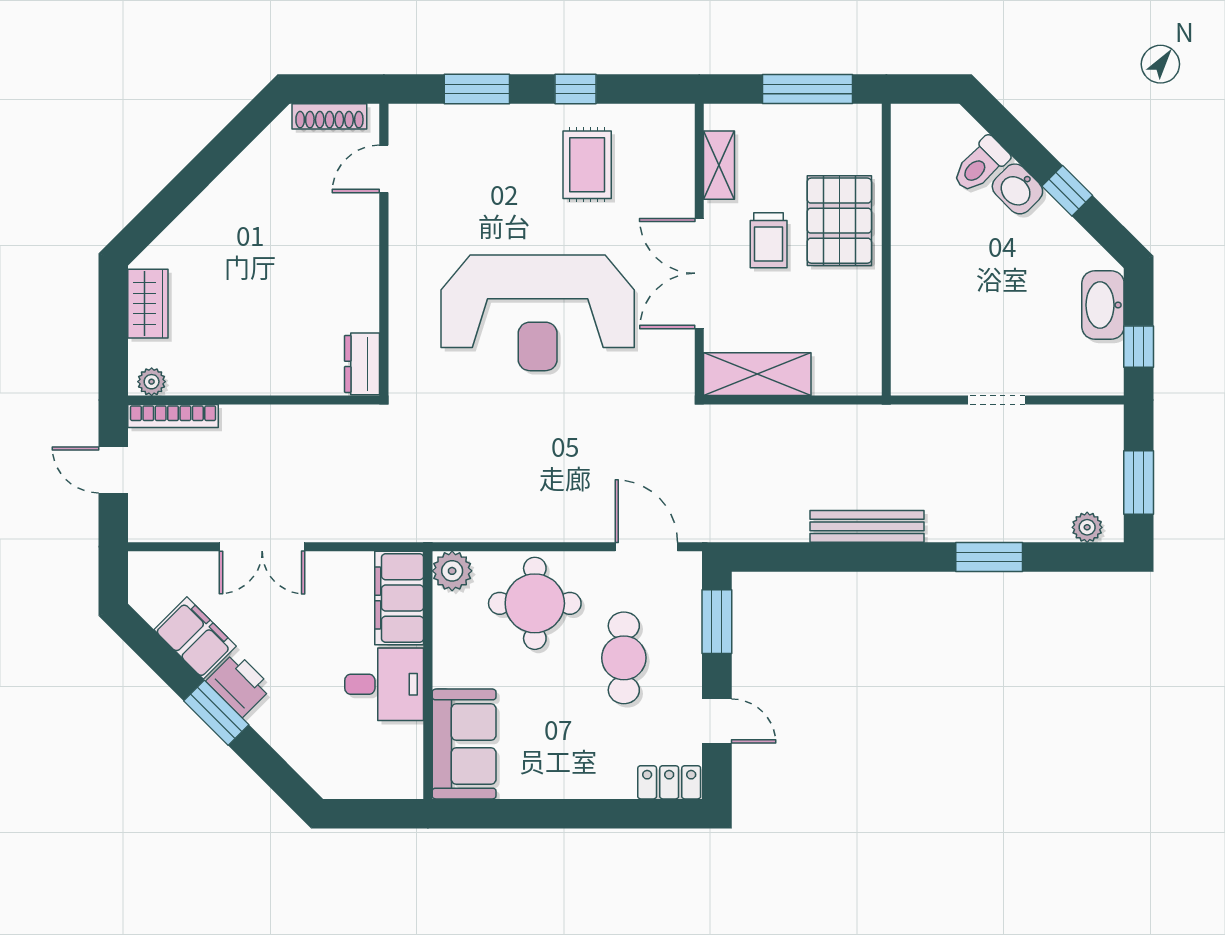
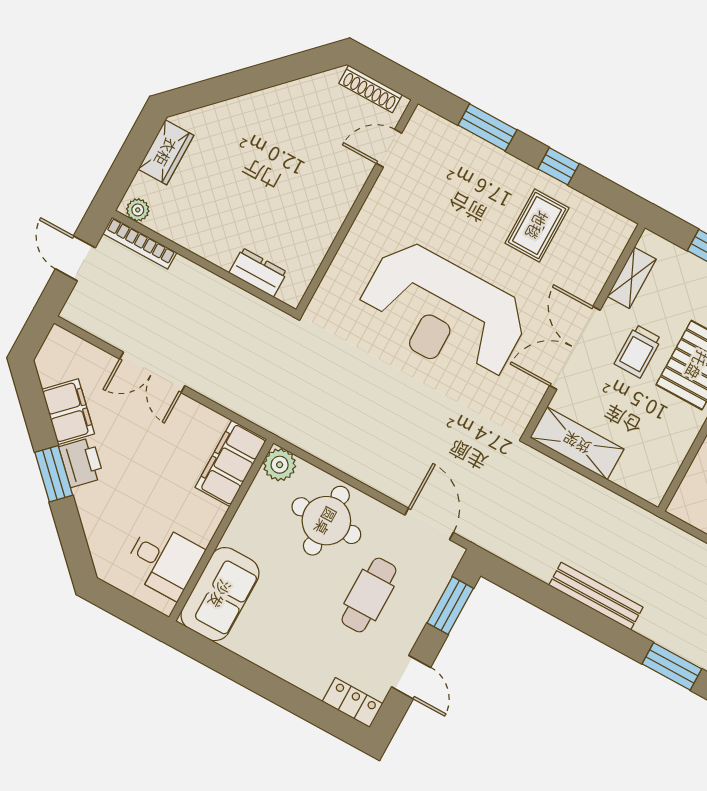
dresser: (362, 364) -> (258, 272), moved, turned 90
desk: (384, 684) -> (164, 561), moved

